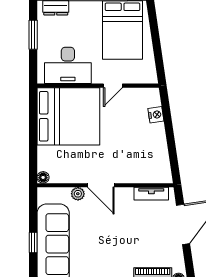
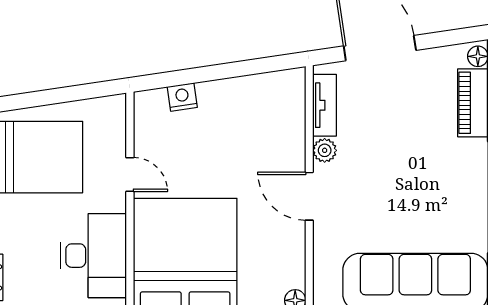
door: (101, 185) -> (309, 196), swing flipped
plant: (78, 194) -> (325, 150), moved

